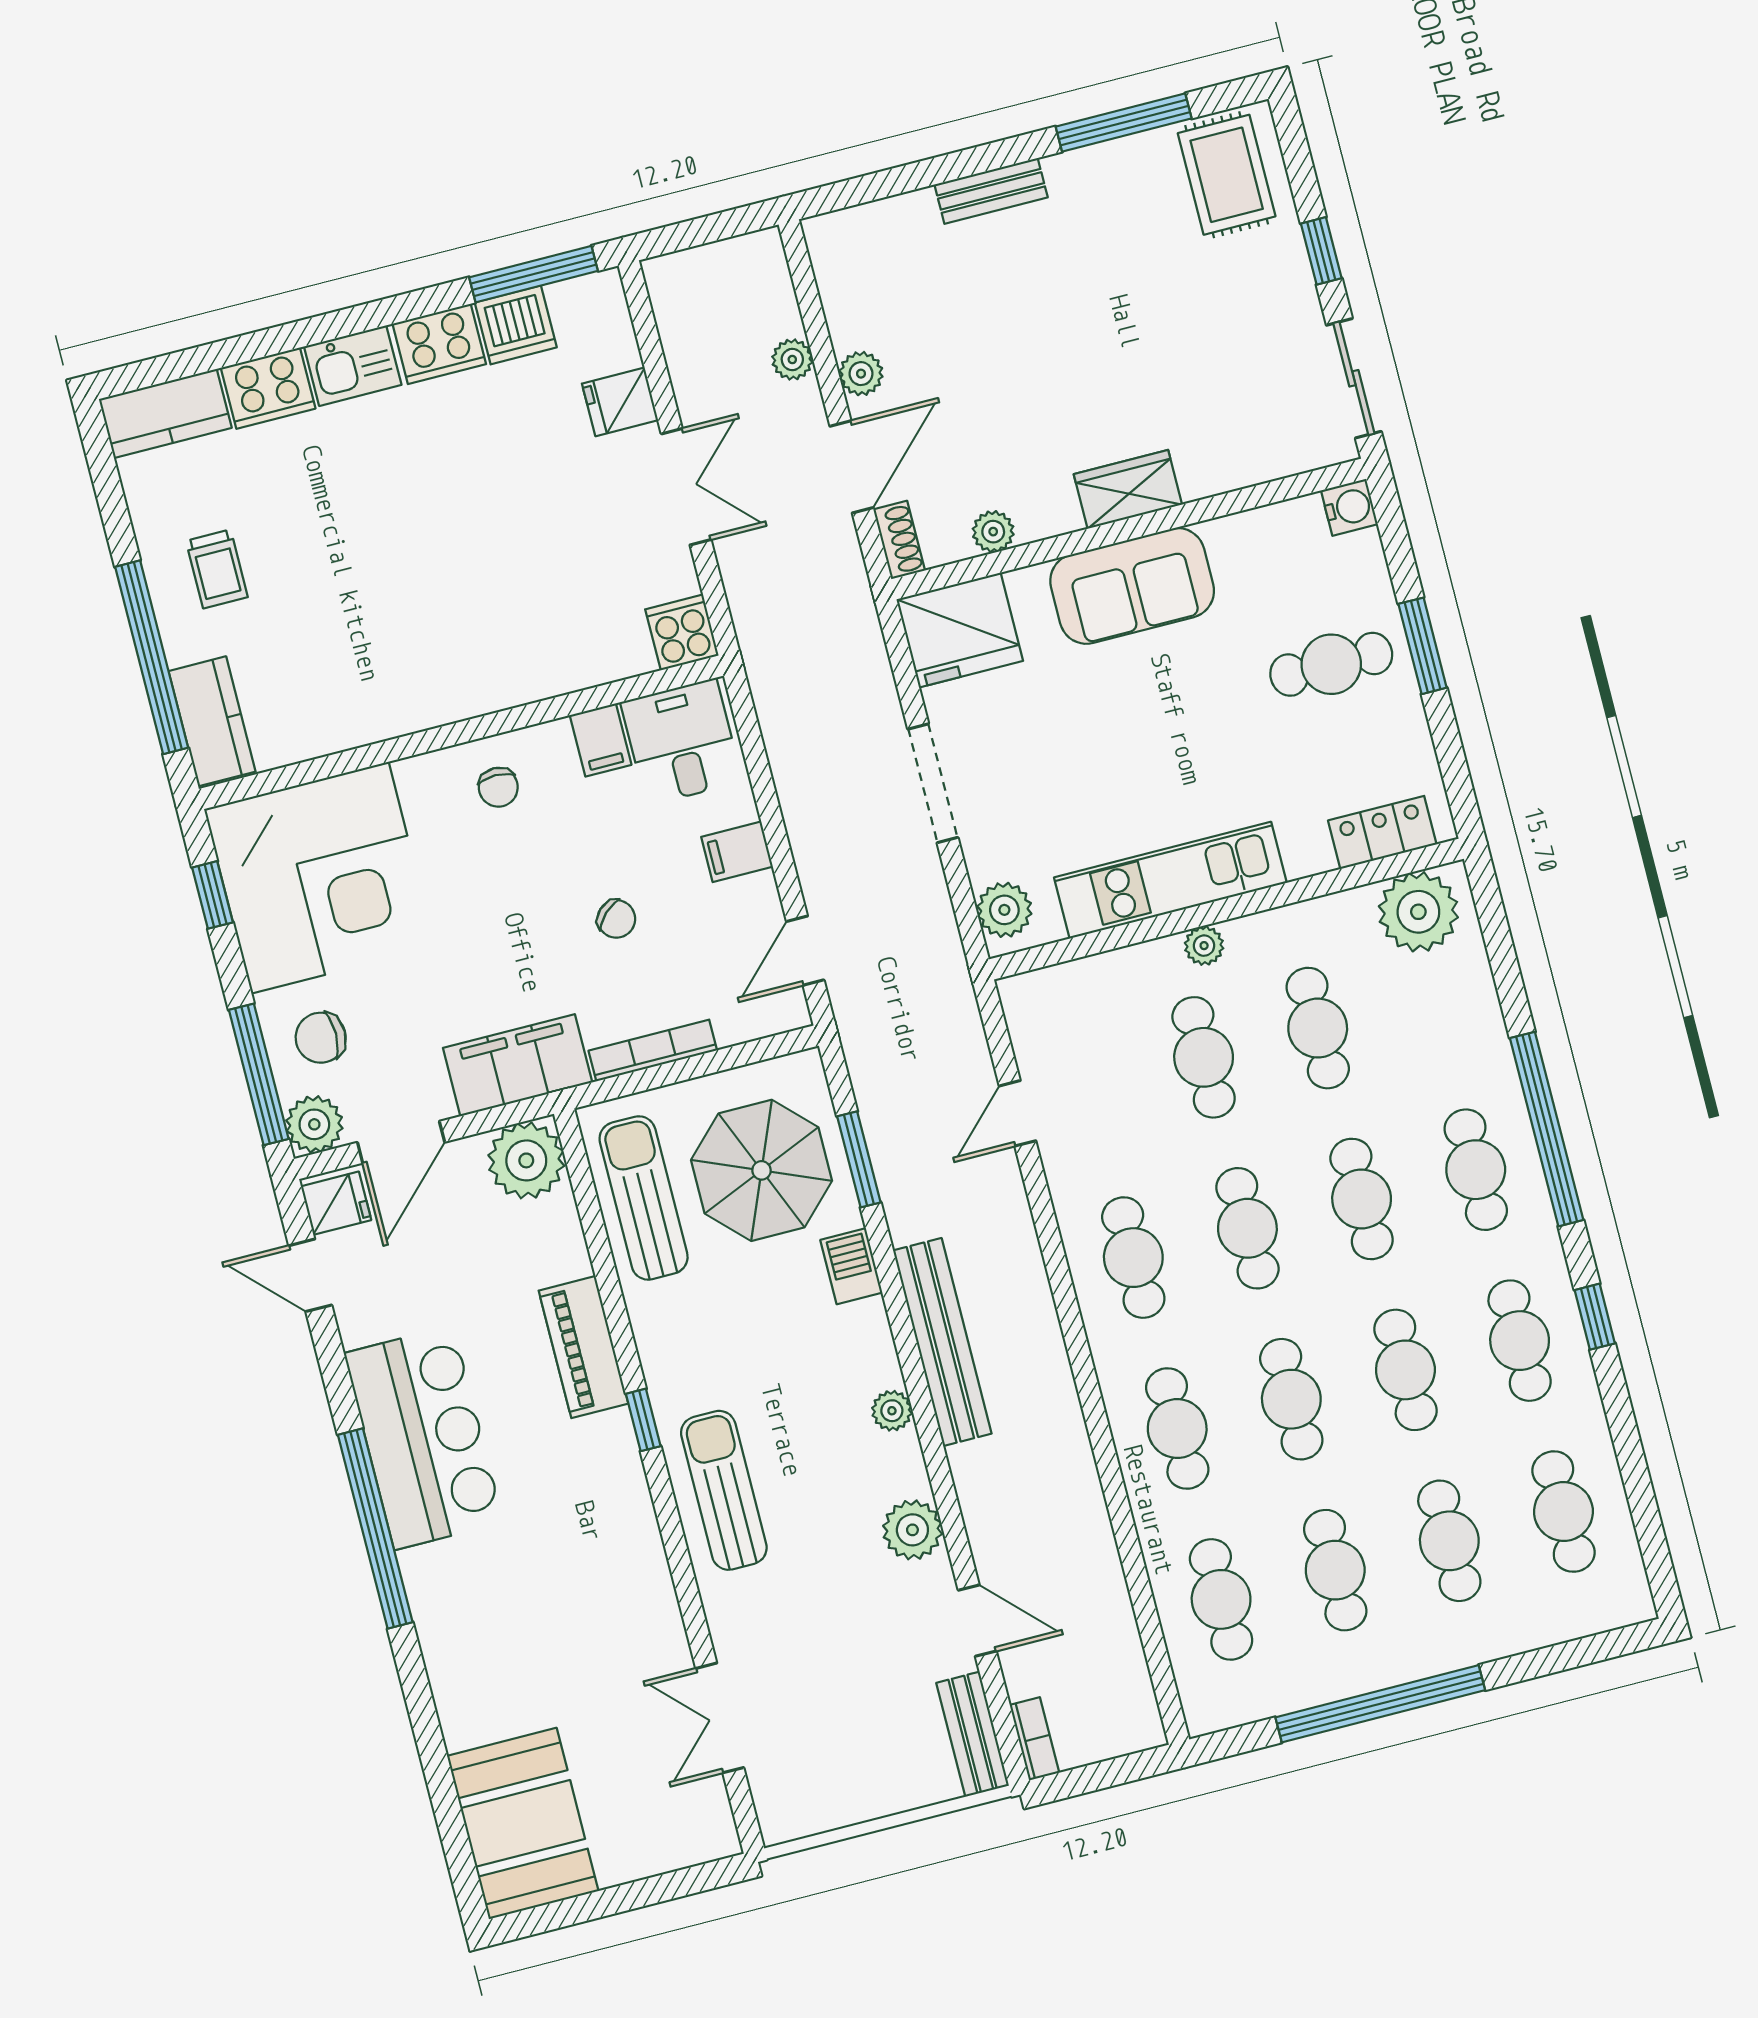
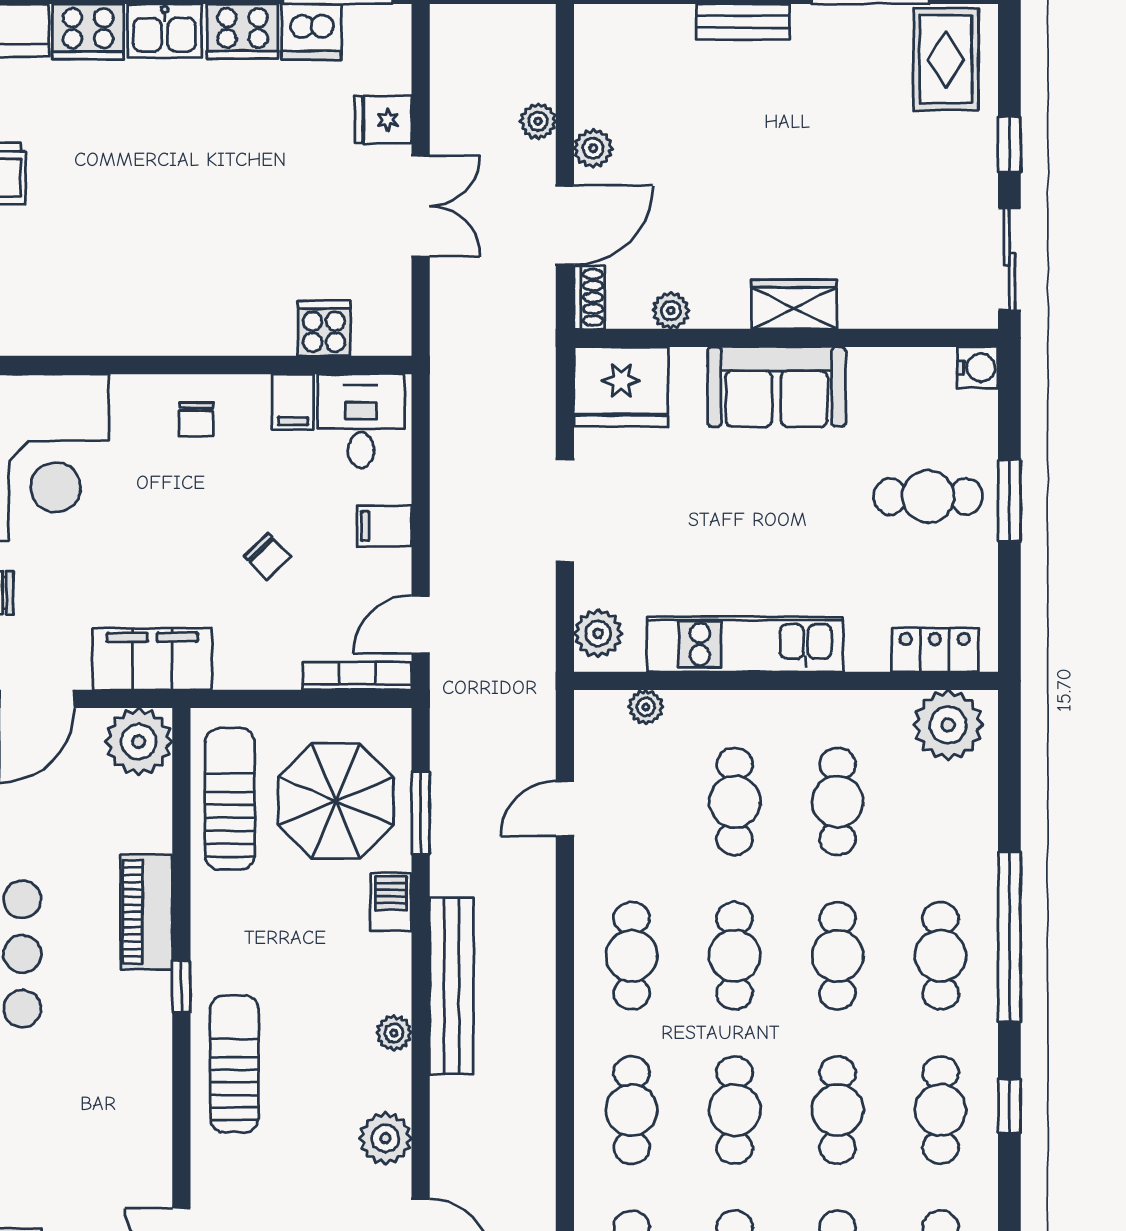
cooker: (682, 632) -> (324, 328), moved
plant: (1204, 946) -> (646, 707), moved
bookcase: (653, 1050) -> (357, 676), moved

